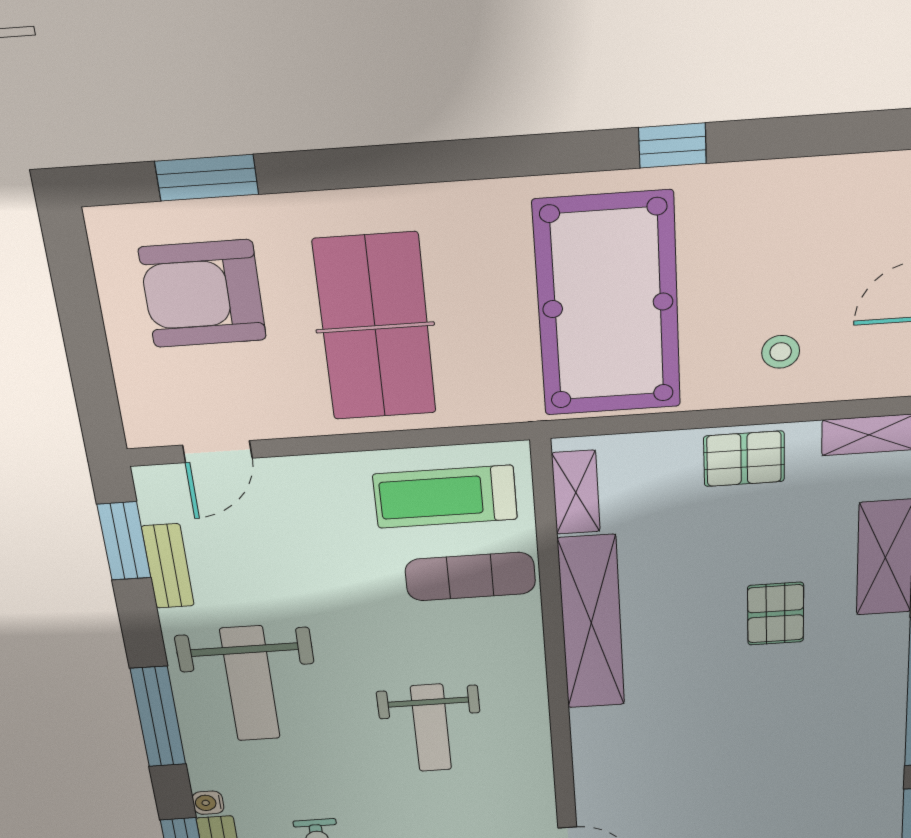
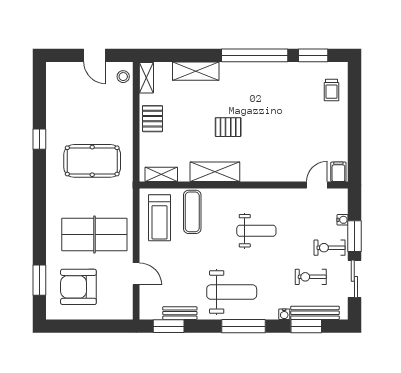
armchair: (203, 294) -> (78, 287), turned 90
pool table: (608, 305) -> (92, 161), width x0.73, depth x0.76
stool: (781, 352) -> (123, 77), moved
door: (217, 452) -> (136, 274), moved
pallet: (776, 614) -> (228, 127), moved
shelving: (591, 623) -> (215, 172), width x0.68

